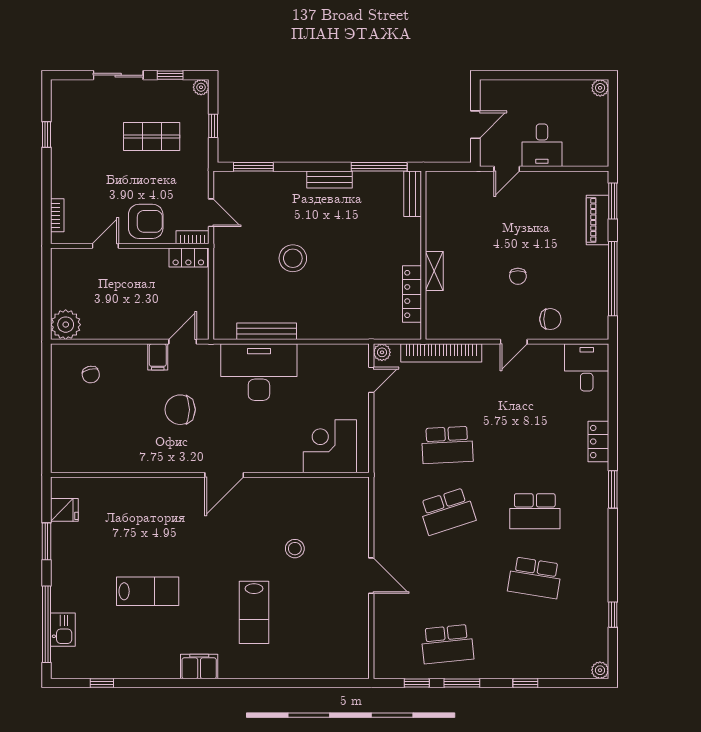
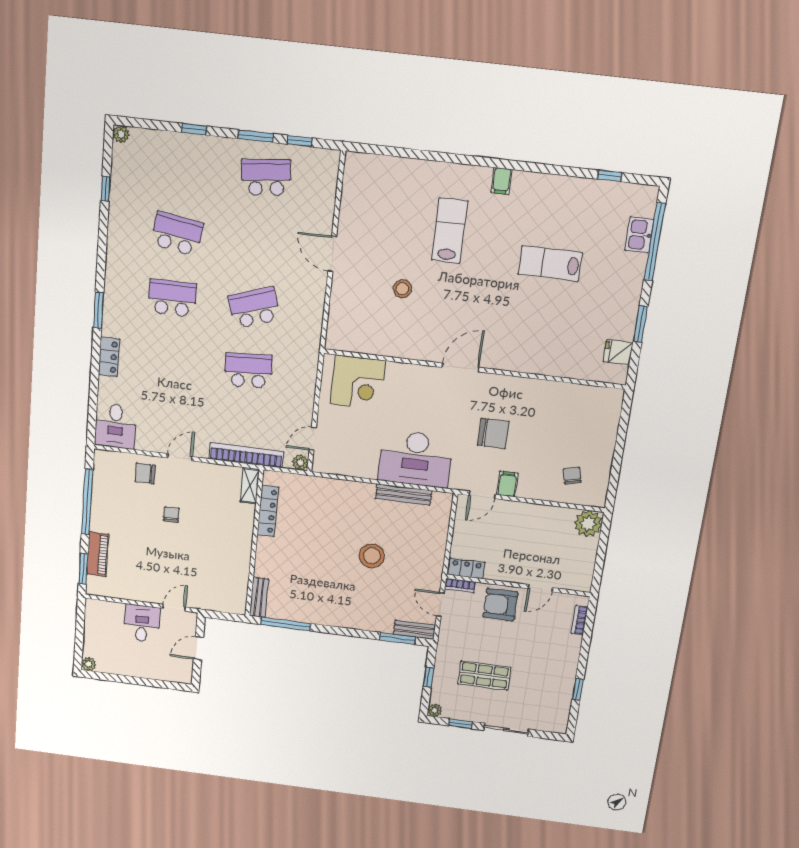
bench: (329, 180) -> (414, 630), moved
shelving: (434, 271) -> (250, 486), moved
filing cabinet: (199, 667) -> (502, 181), width x0.50

